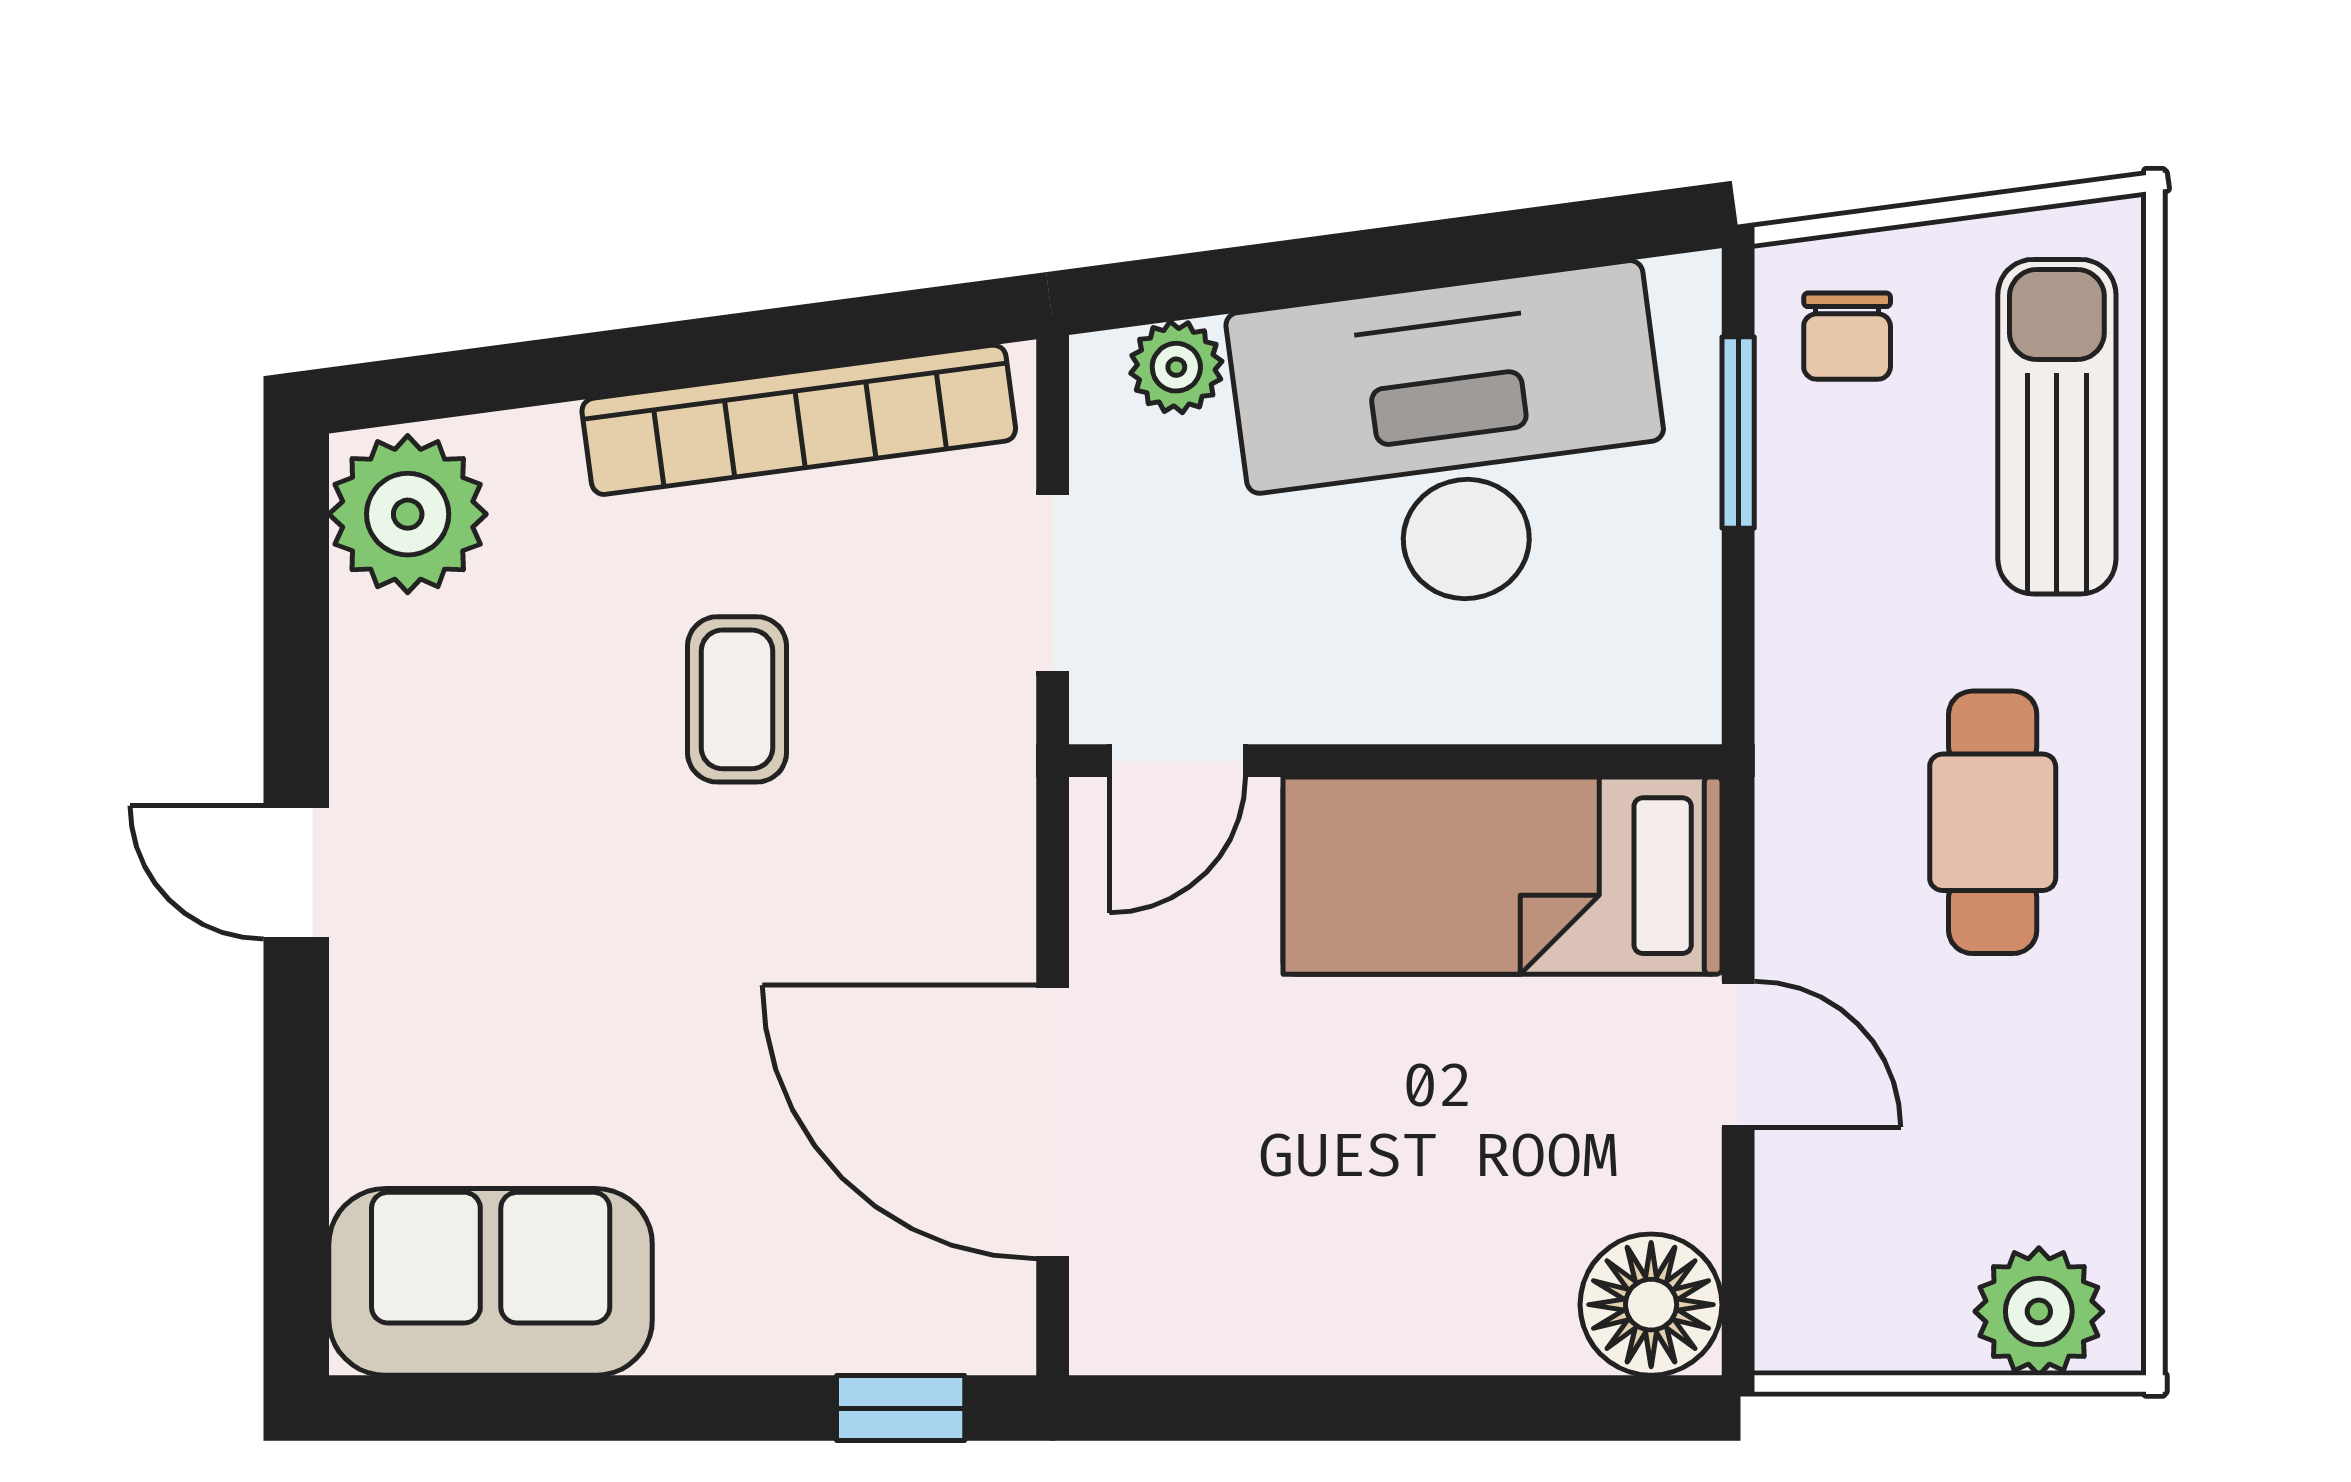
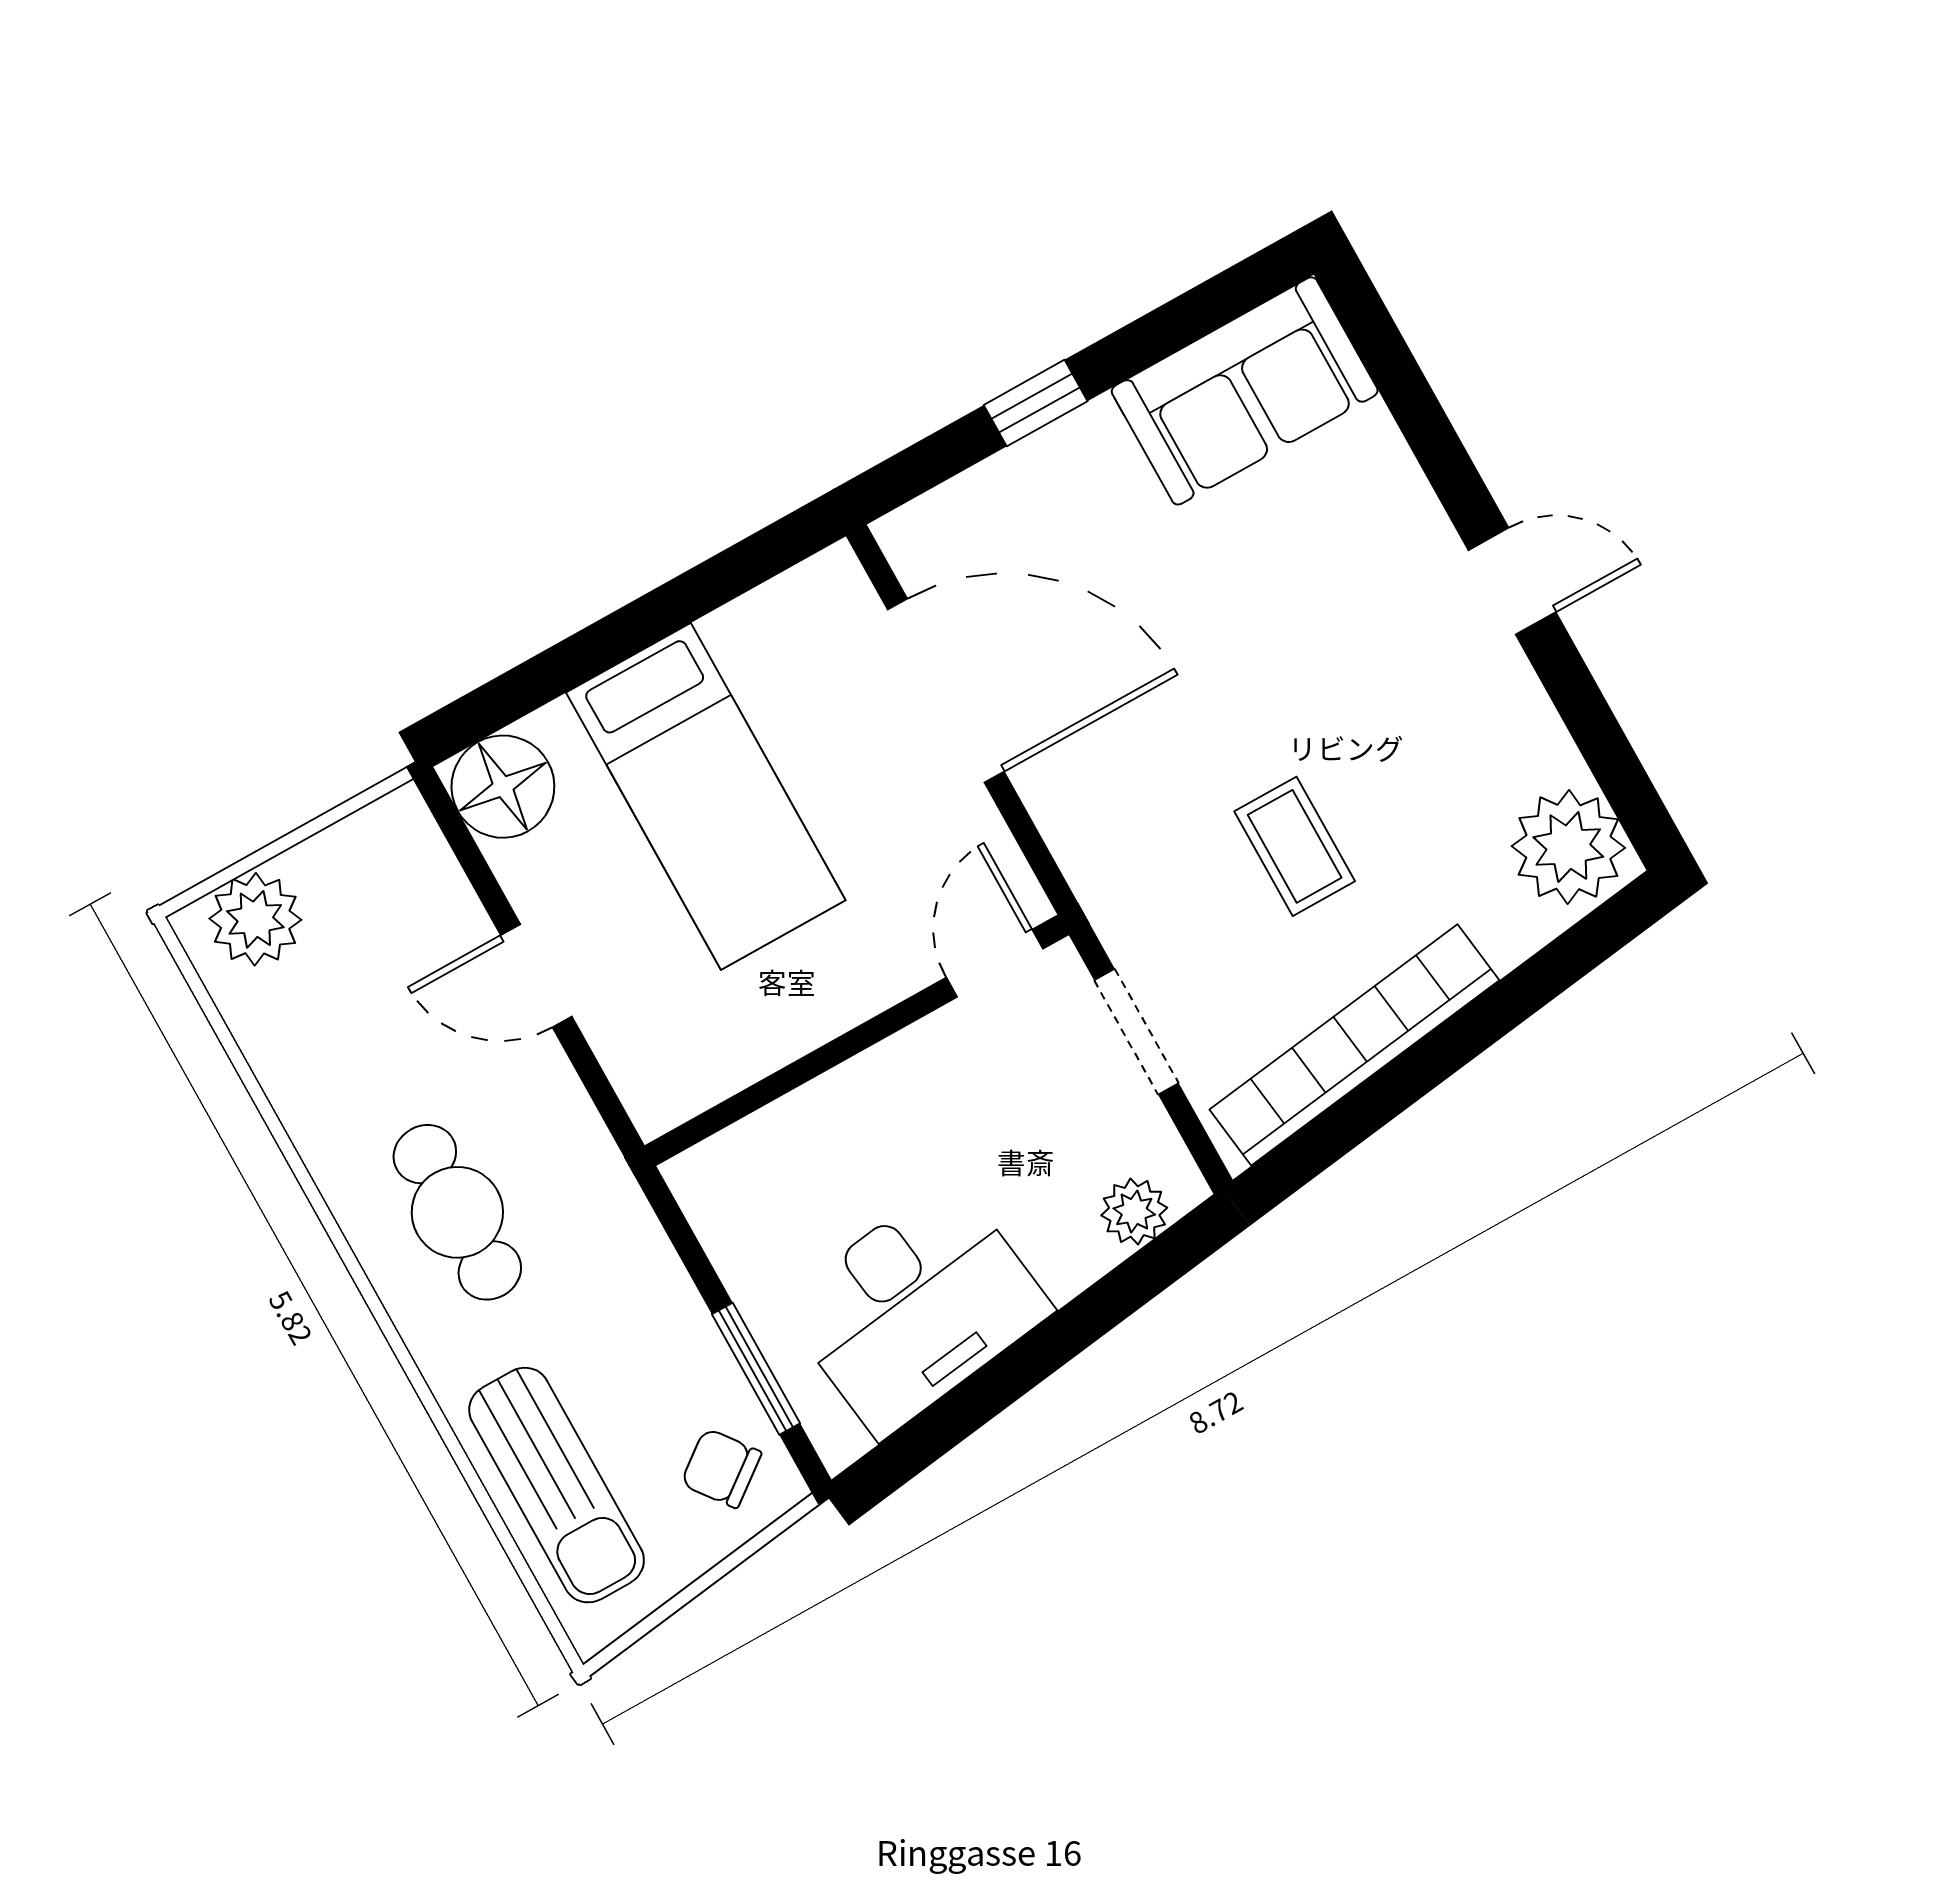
chair: (1847, 336) -> (721, 1468), turned -37
desk: (1453, 442) -> (916, 1307), width x0.73, depth x0.77
bed: (1503, 876) -> (706, 796), moved, turned 90
window: (901, 1408) -> (1036, 403), moved

